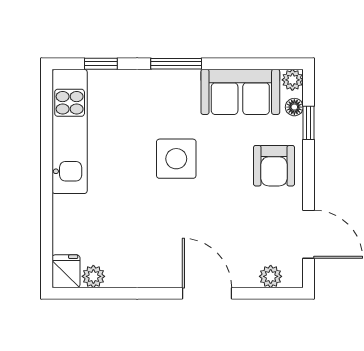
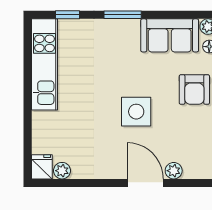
side table: (176, 159) -> (136, 112), moved
plant: (271, 276) -> (174, 171), moved

